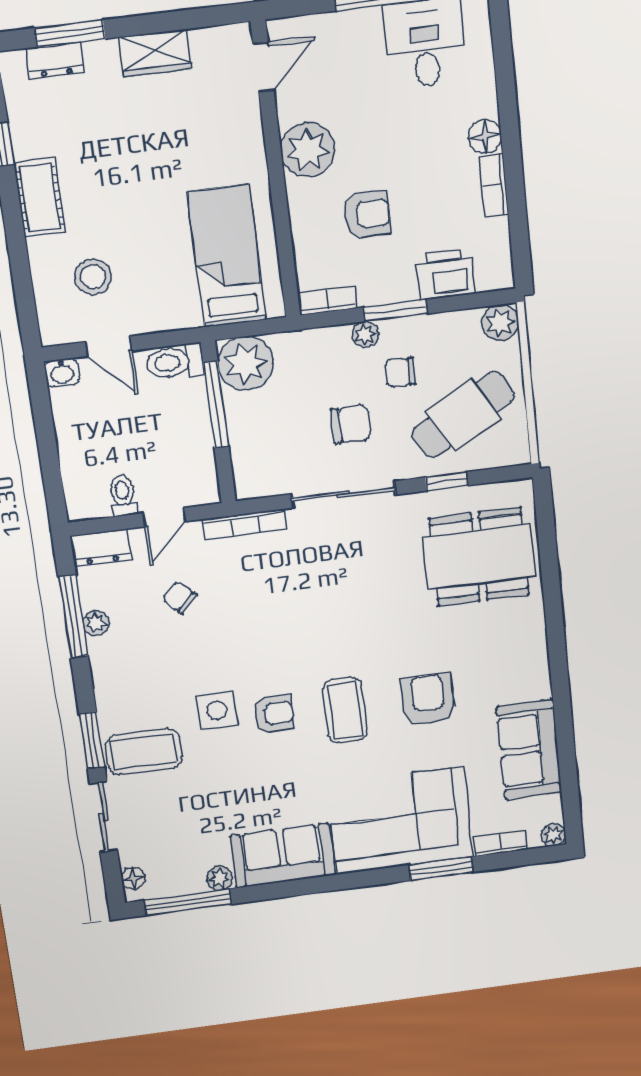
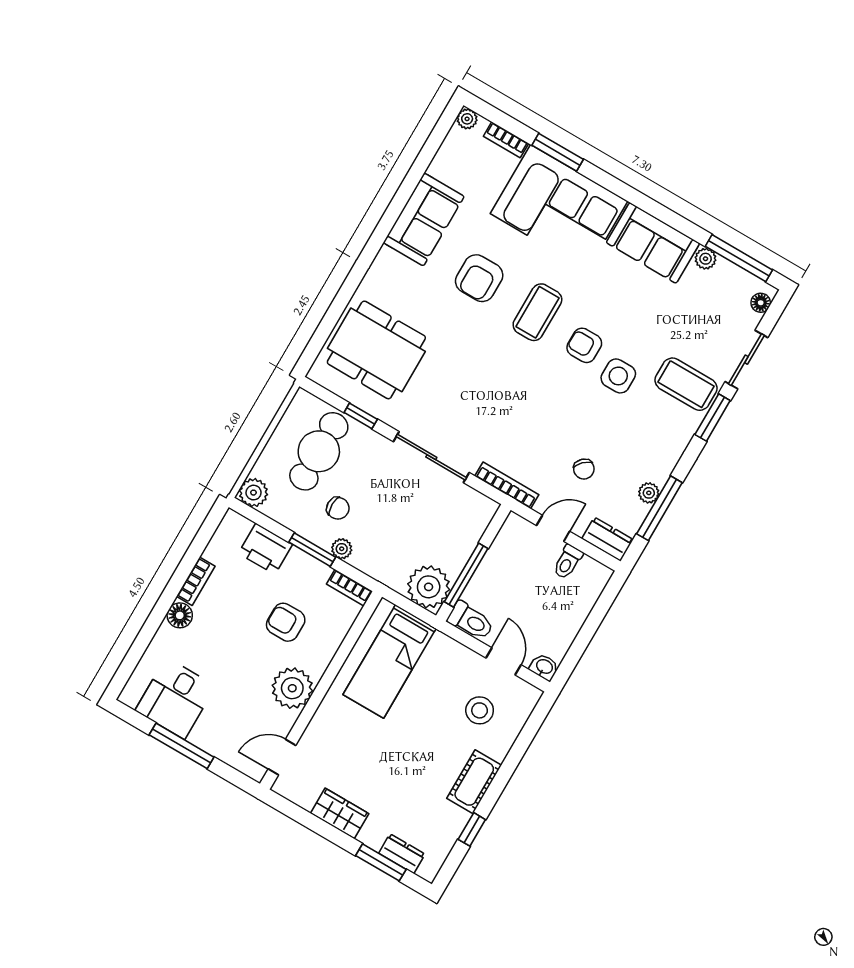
cafe table: (463, 415) -> (319, 451), turned -60
chair: (351, 425) -> (393, 499), removed
sofa: (529, 750) -> (424, 219), moved

